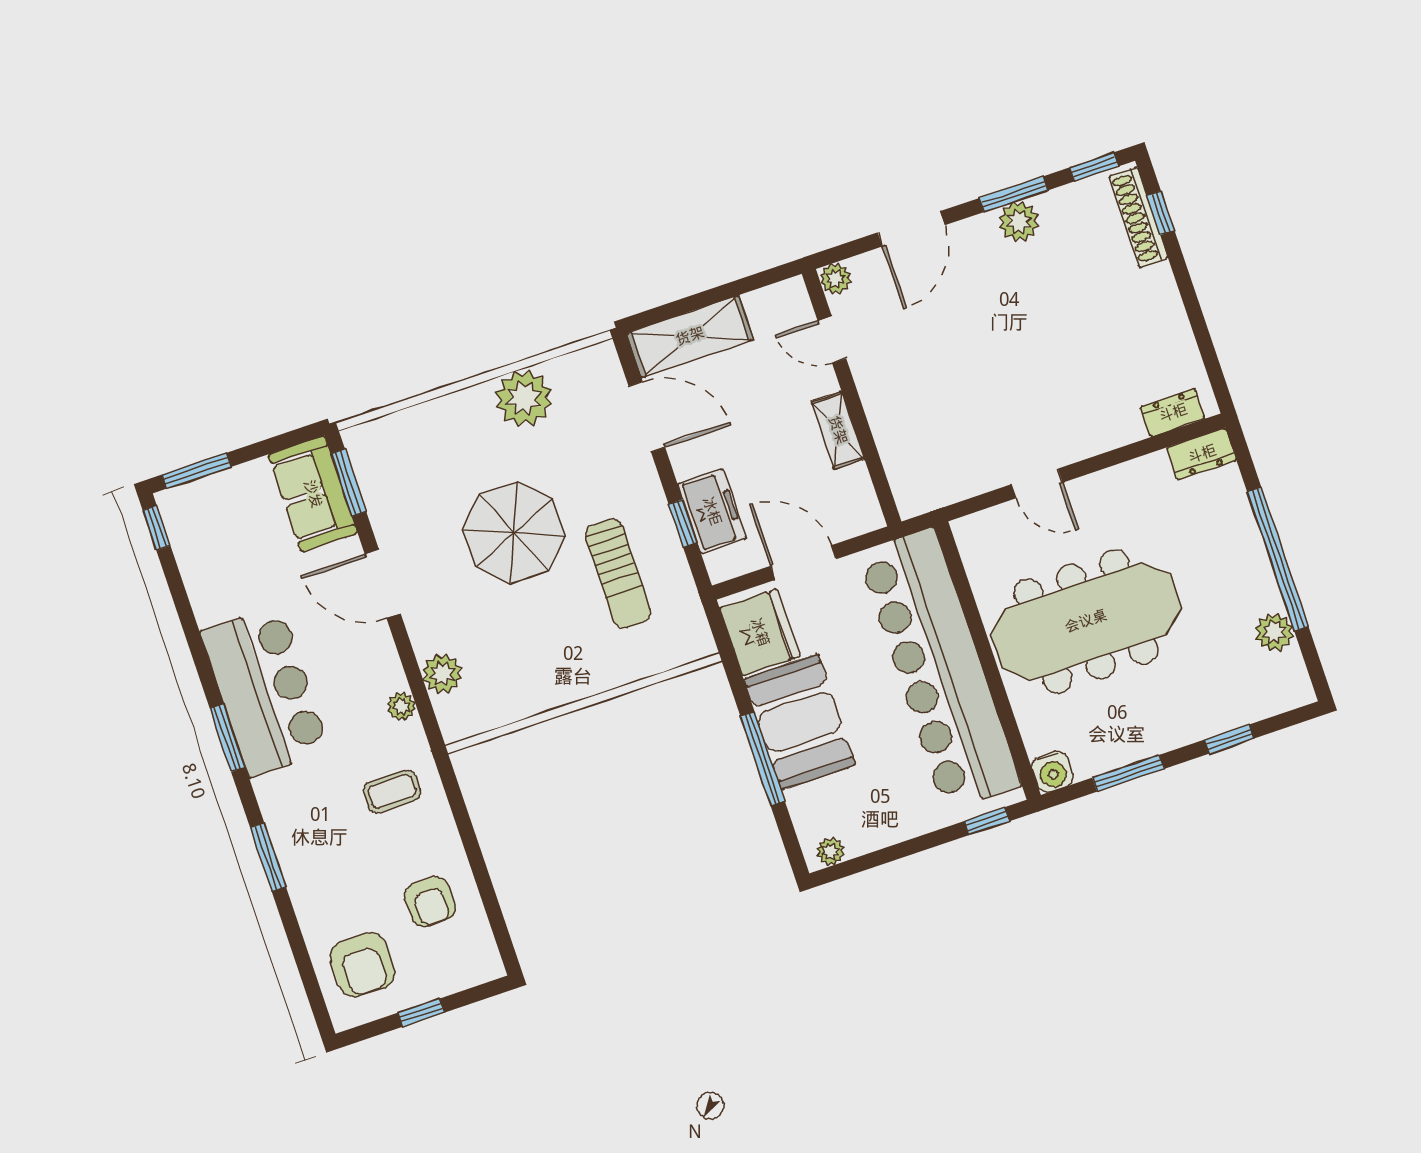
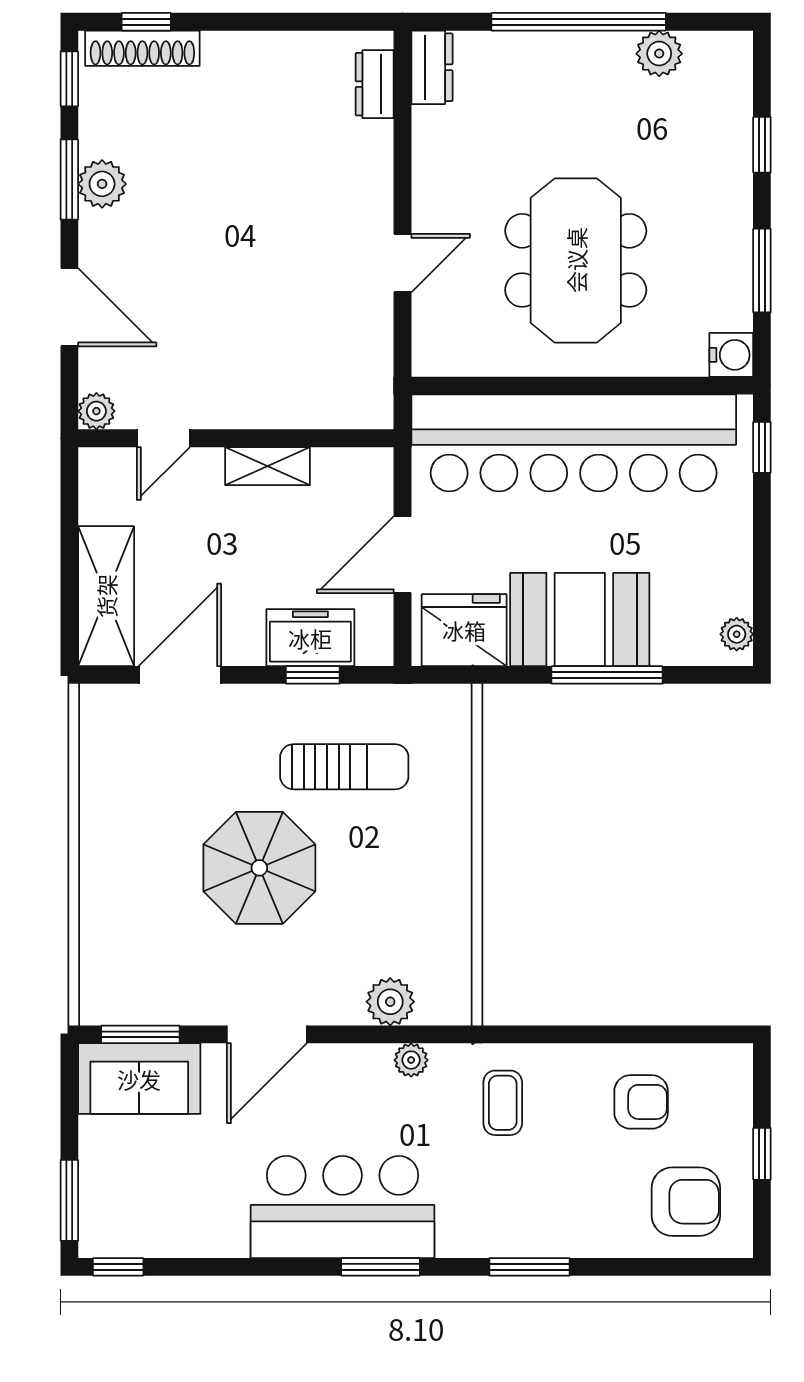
plant: (524, 398) -> (112, 806), removed
meeting table: (1086, 621) -> (576, 260), width x0.73

